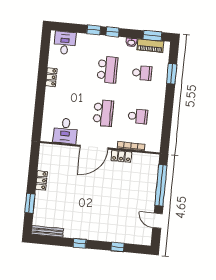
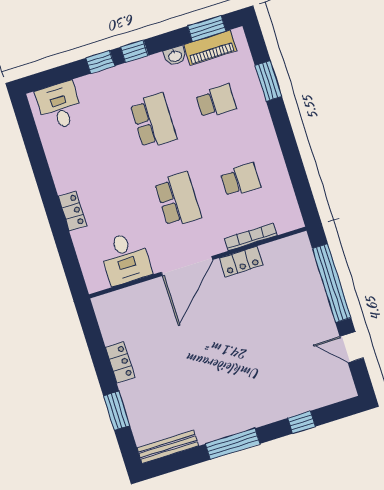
locker: (51, 77) -> (72, 211), moved
window: (80, 243) -> (233, 444), width x2.17

